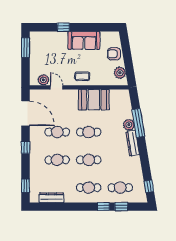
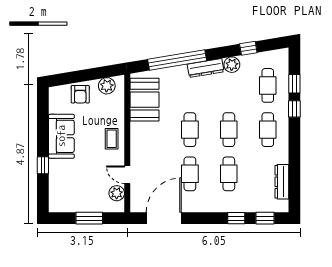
window: (26, 47) -> (89, 218), moved
door: (57, 87) -> (127, 175), hinge flipped
booth: (94, 100) -> (144, 100), moved
window: (138, 123) -> (177, 60), width x1.46
plant: (129, 125) -> (232, 65), moved
window: (26, 147) -> (236, 218), moved
window: (149, 186) -> (248, 48), moved

